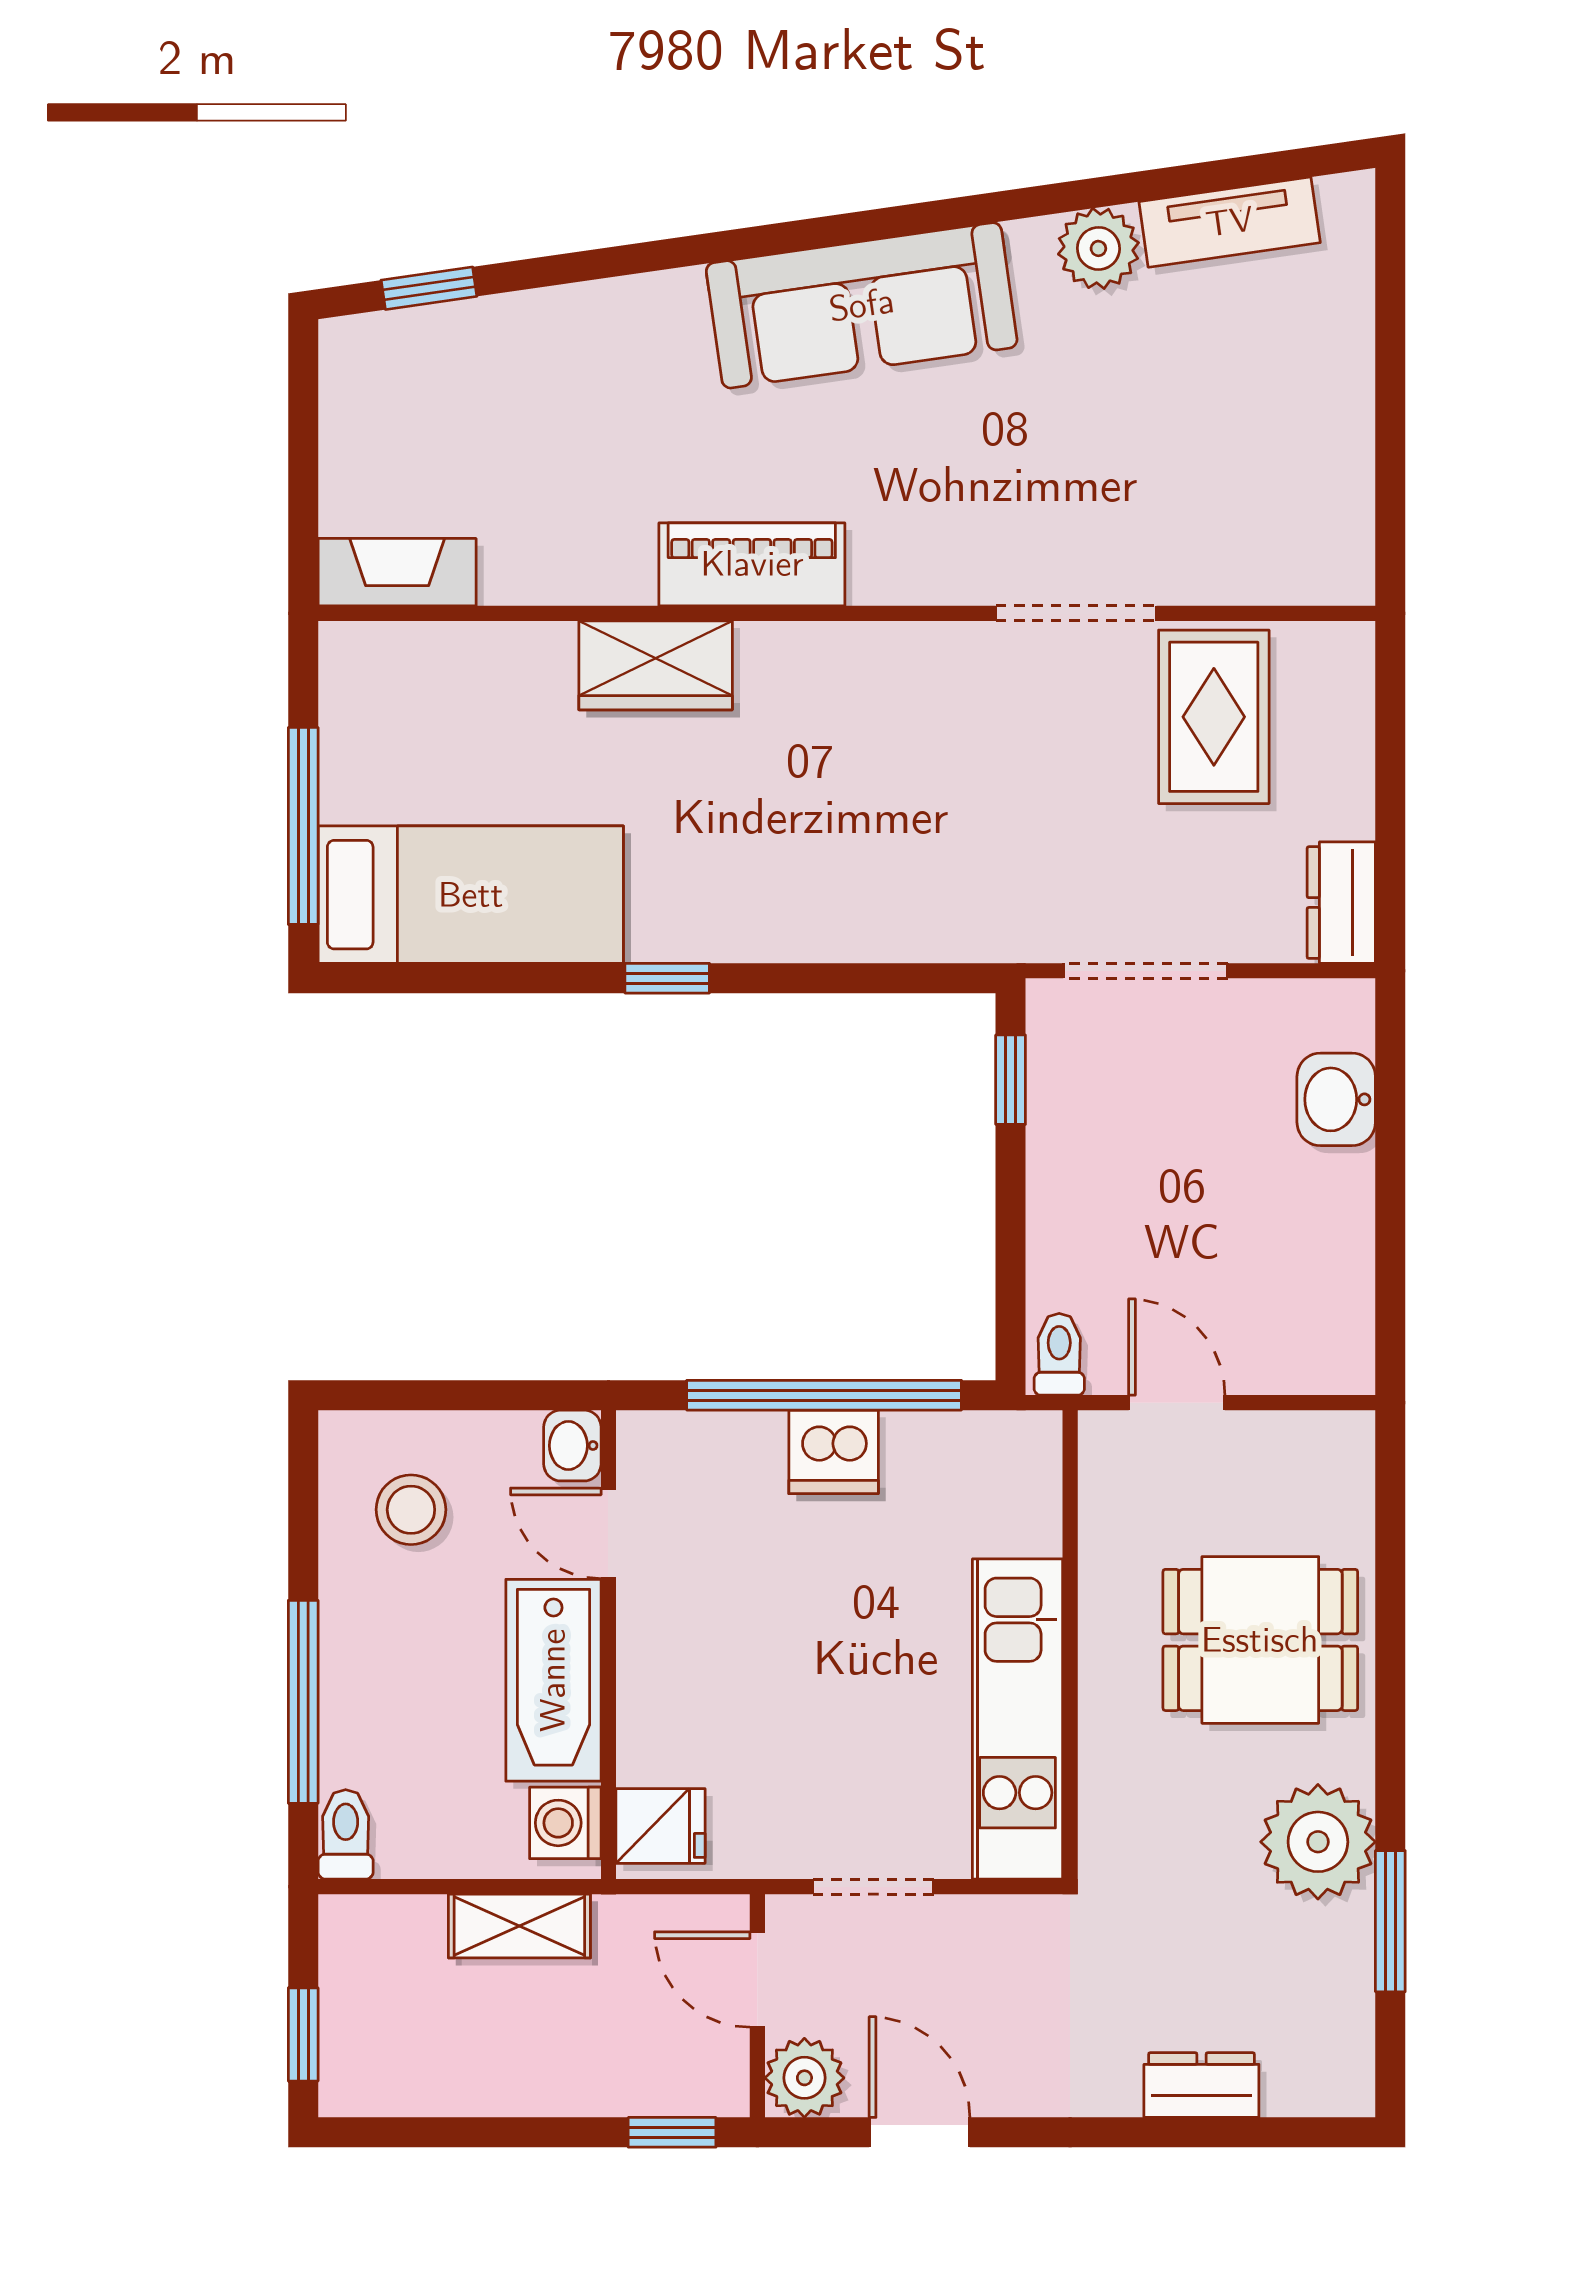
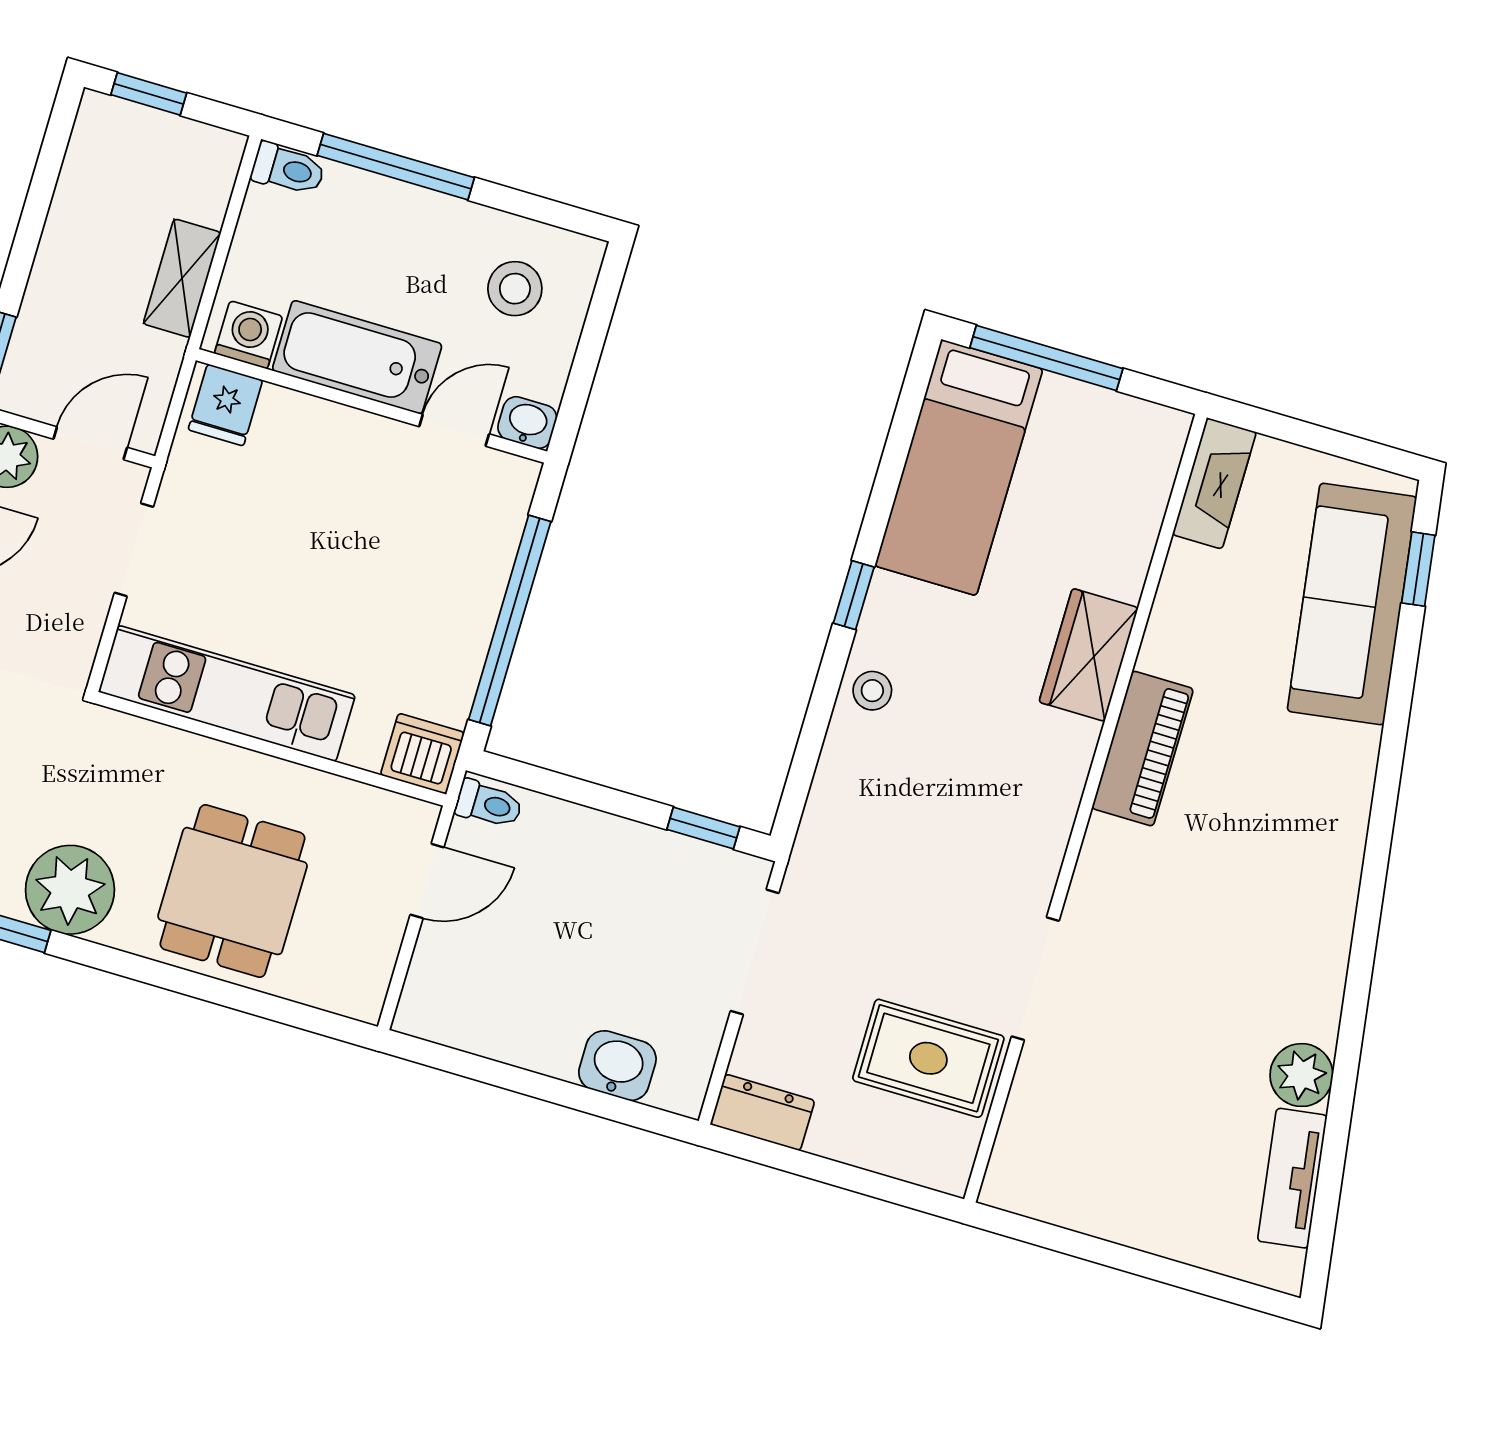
sofa: (862, 305) -> (1352, 604), moved
stool: (779, 920) -> (872, 691), added
dishwasher: (834, 1452) -> (422, 754), moved, turned 90

